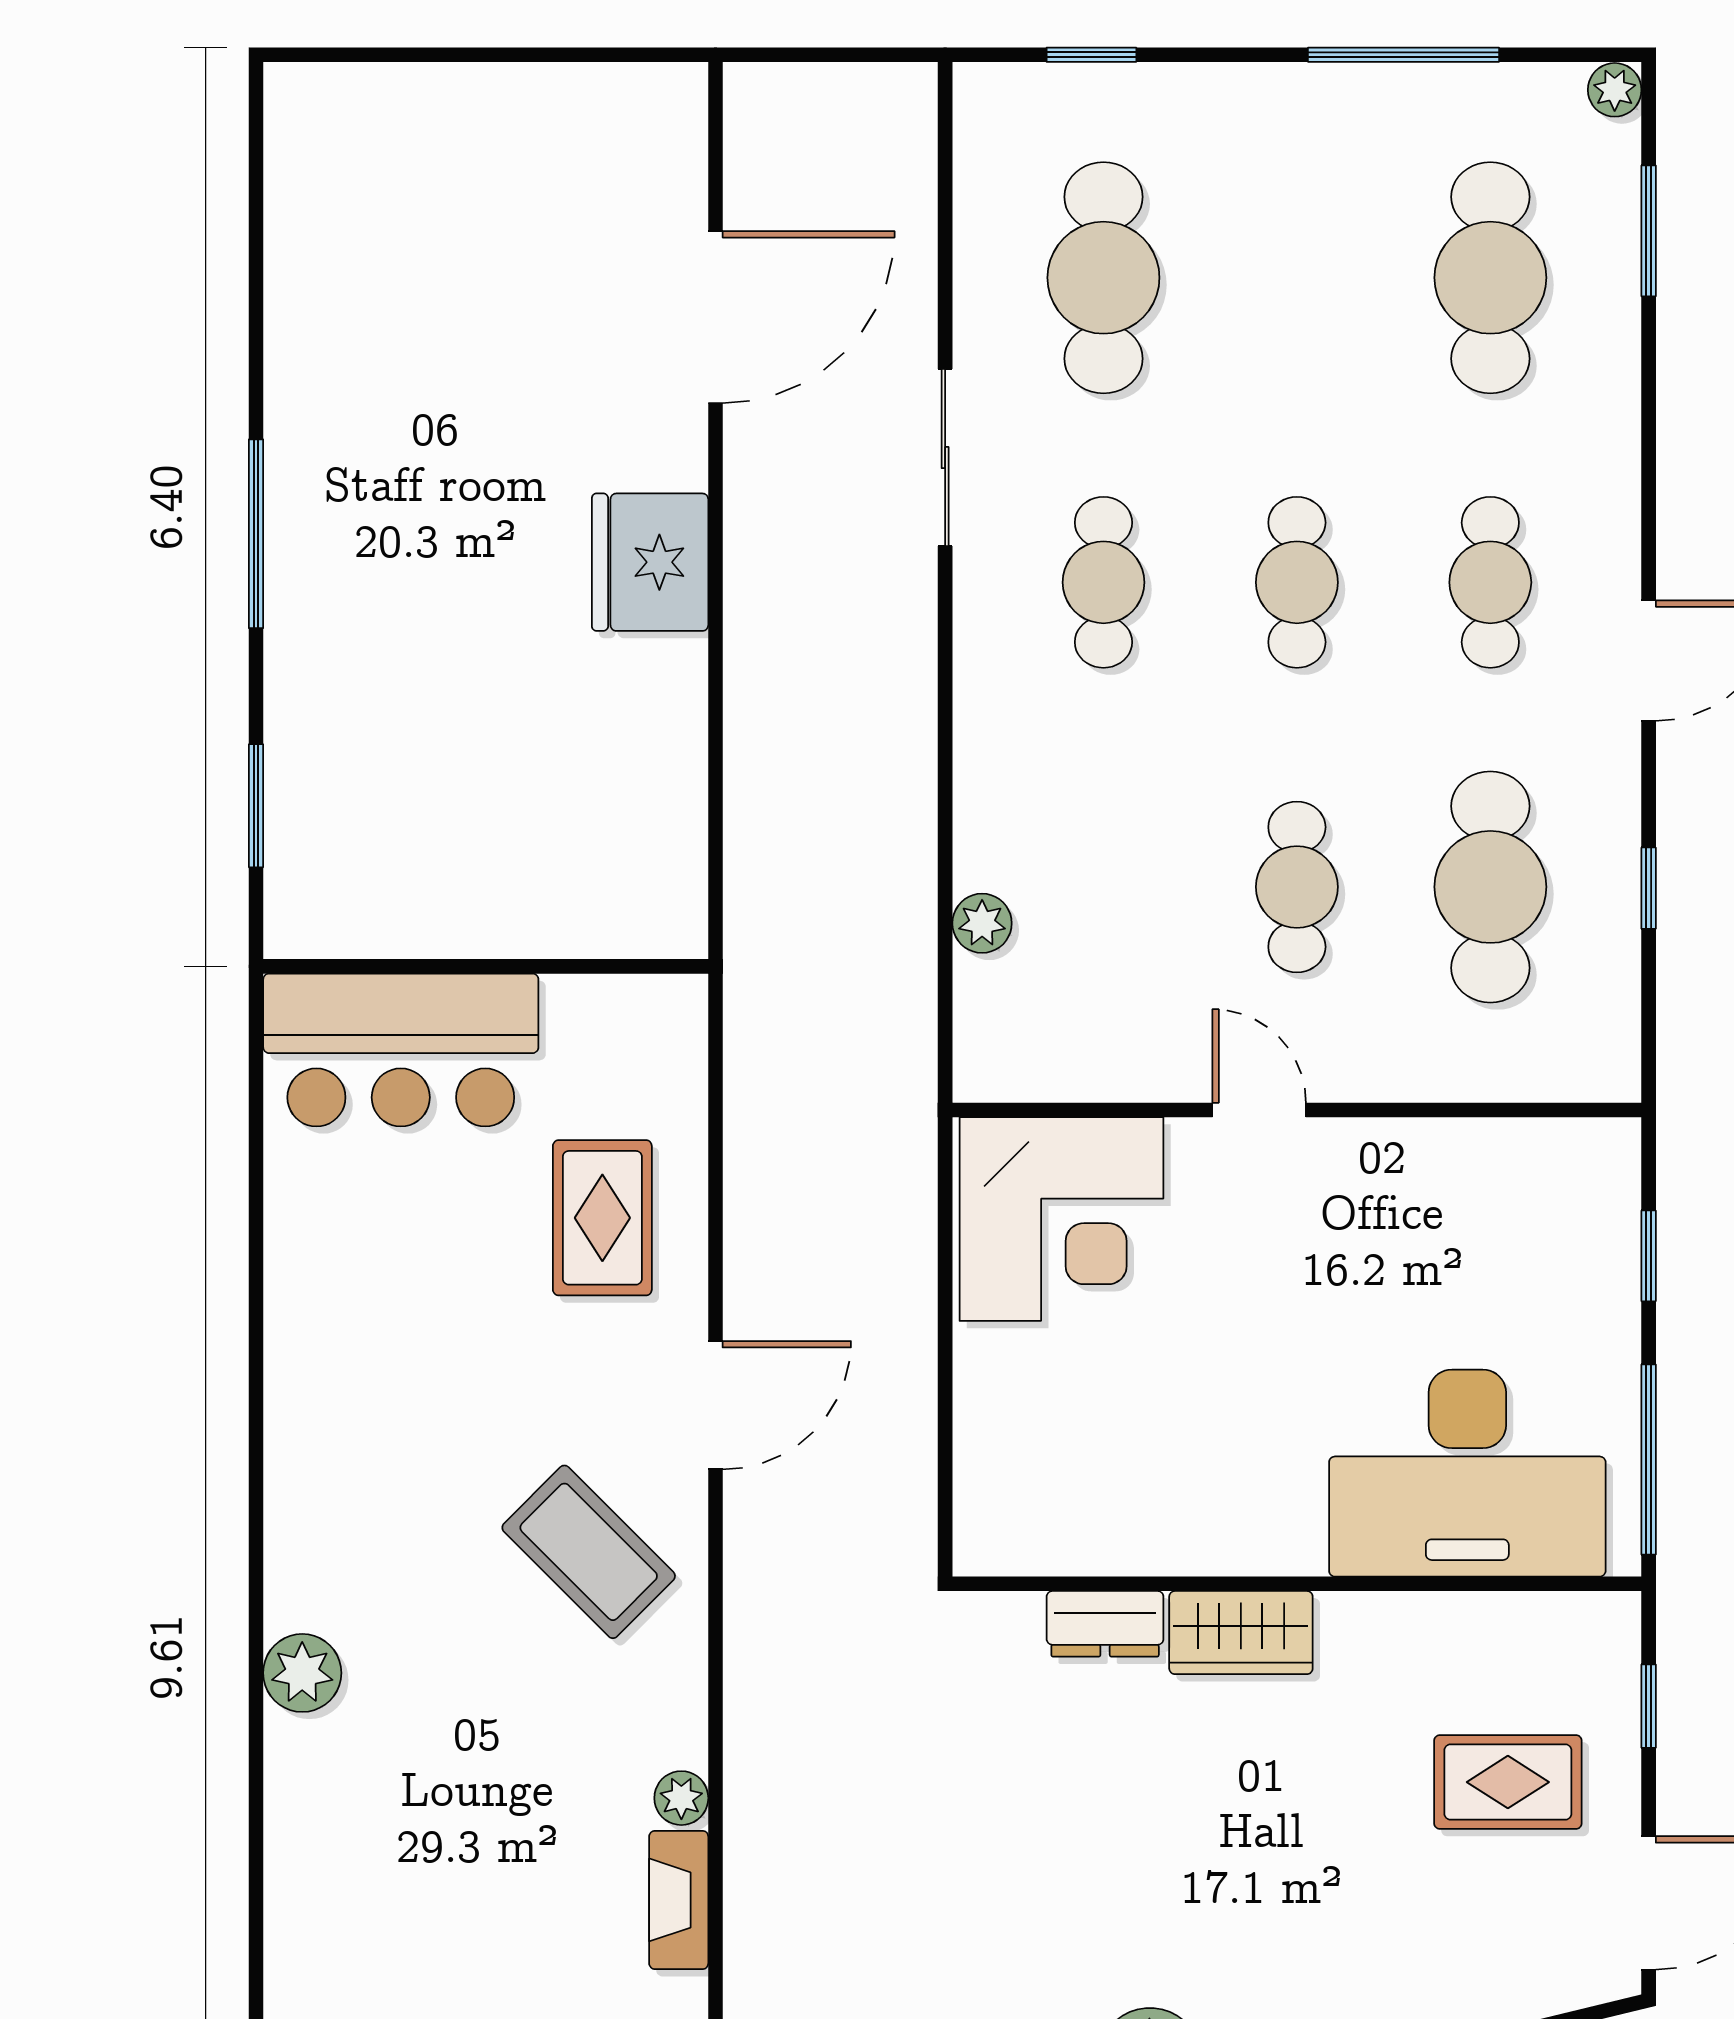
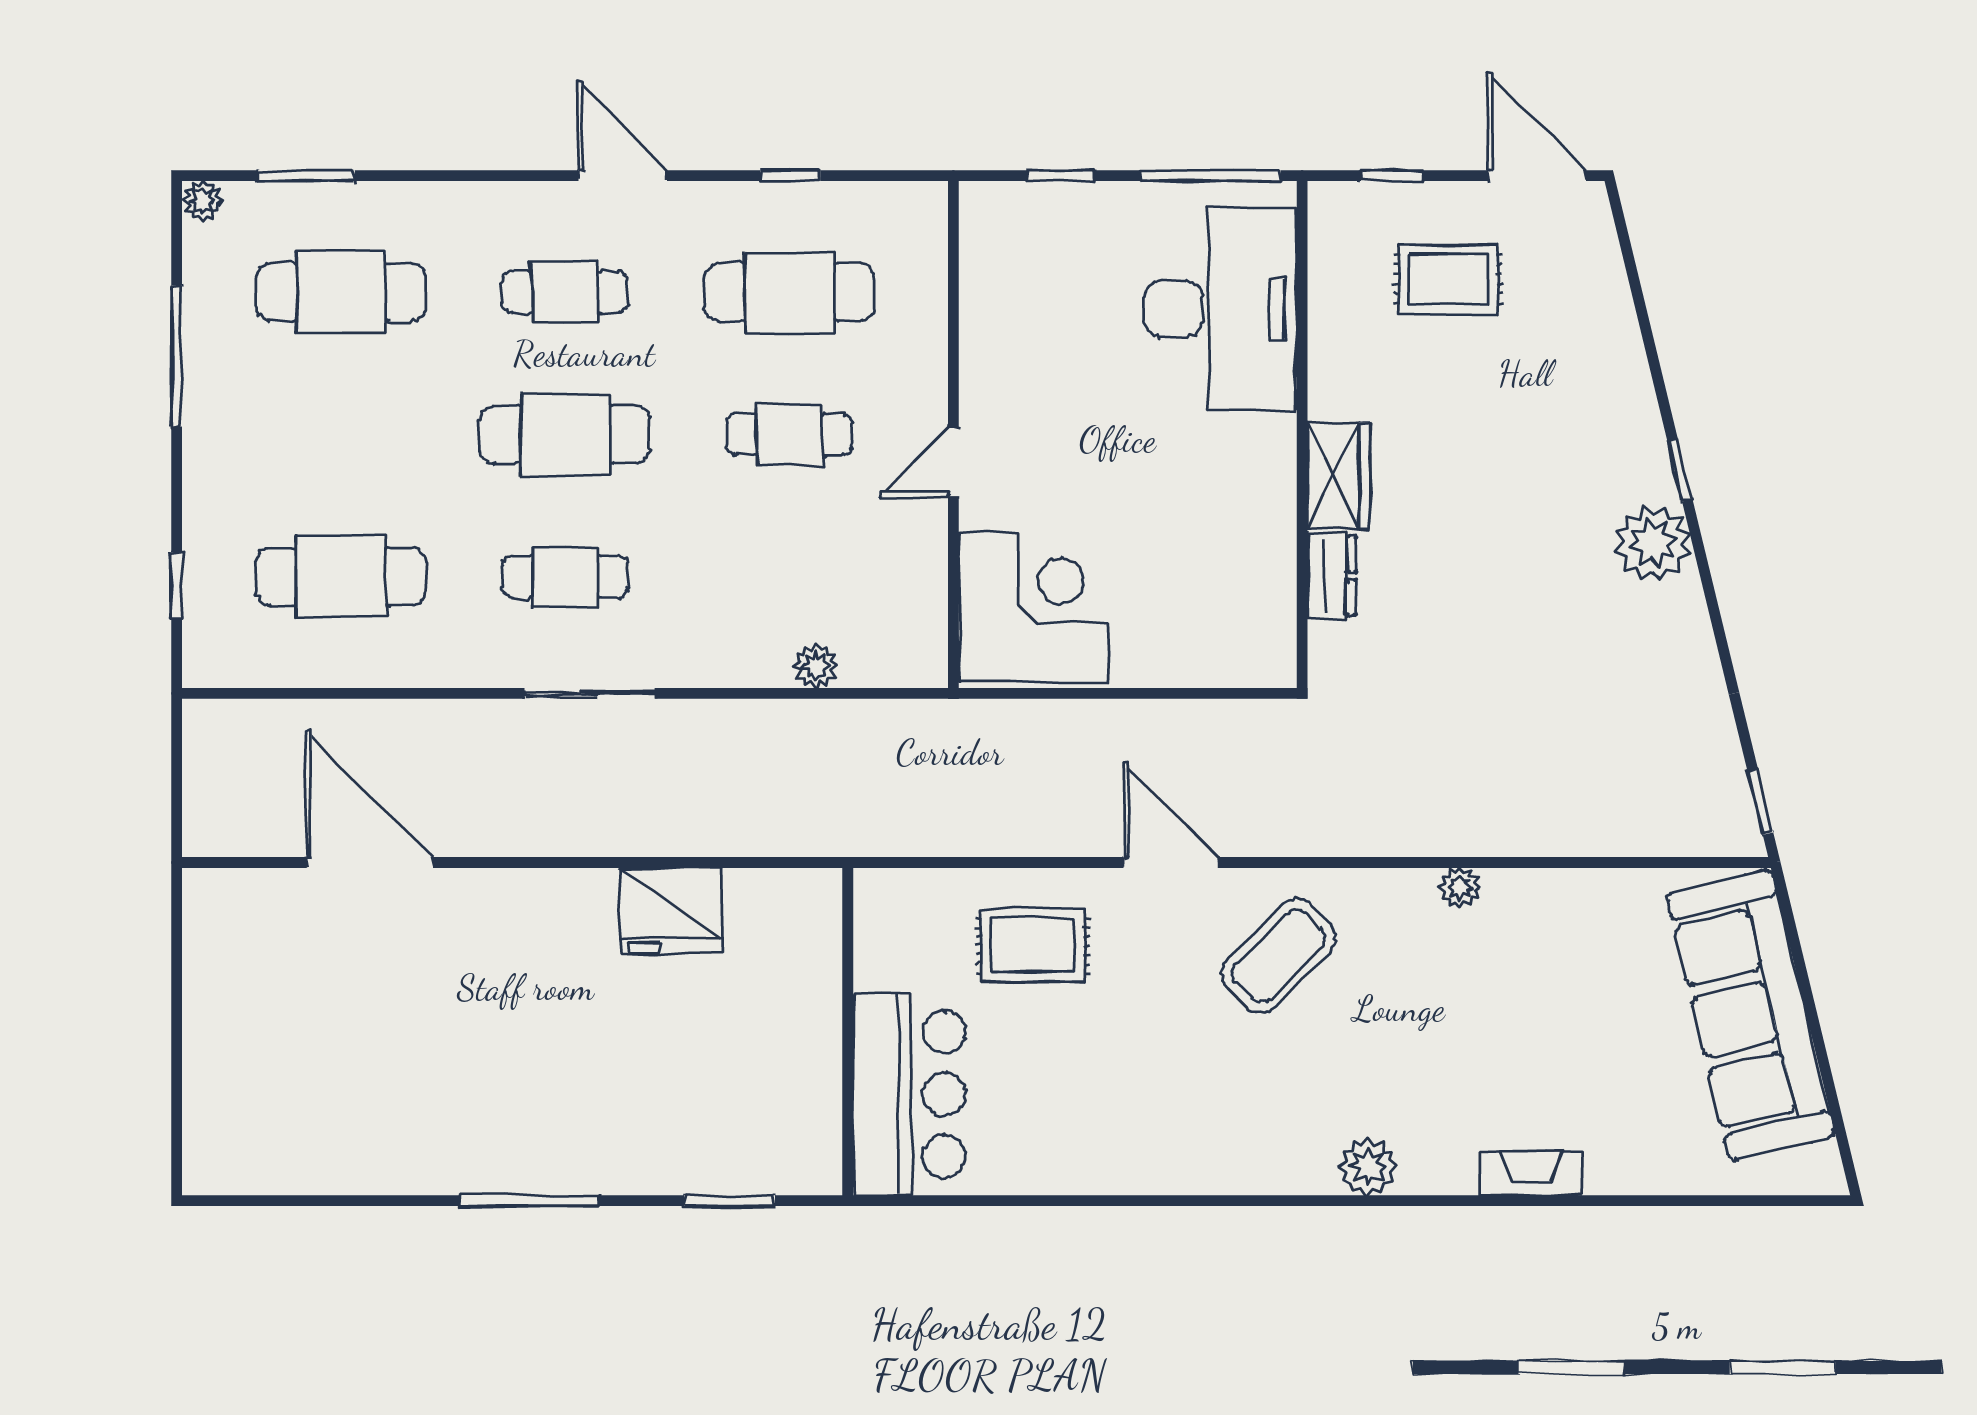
sliding door: (945, 458) -> (590, 693), moved
fridge: (650, 562) -> (671, 911), moved
cafe table: (1297, 582) -> (565, 434), width x1.37, depth x1.35
rug: (1508, 1782) -> (1448, 279), turned 90
fireplace: (679, 1900) -> (1531, 1174), moved, turned 180

